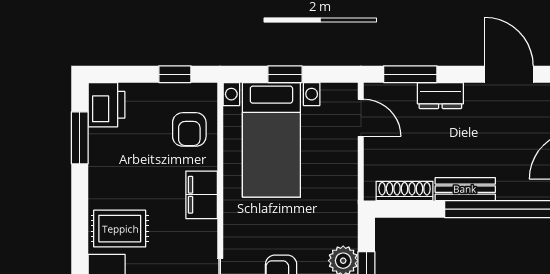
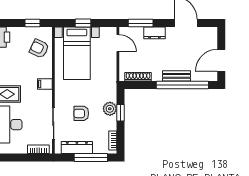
armchair: (189, 129) -> (39, 49), turned 115
bench: (465, 189) -> (176, 76), moved
filing cabinet: (202, 195) -> (45, 84), width x0.50

